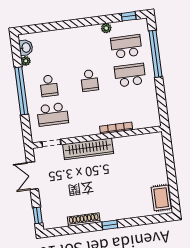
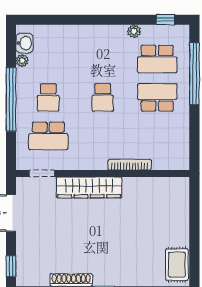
school desk: (126, 46) -> (157, 59), turned 180

